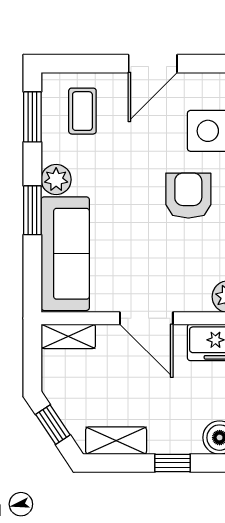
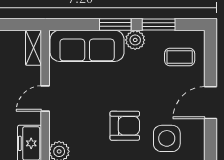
door: (153, 64) -> (210, 103), hinge flipped
window: (32, 117) -> (159, 25), moved
door: (146, 318) -> (45, 99), width x0.73

